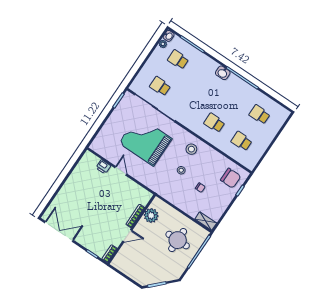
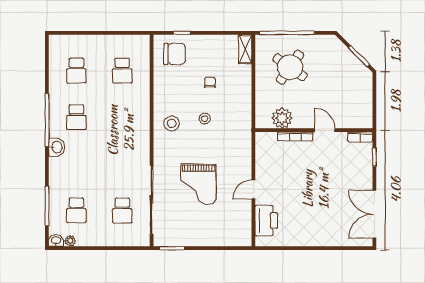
school desk: (214, 123) -> (76, 117), moved
grand piano: (145, 141) -> (198, 184), width x0.73, depth x0.68
printer: (103, 167) -> (266, 221), width x1.87, depth x1.48
chair: (231, 178) -> (175, 54), turned 90
round table: (178, 240) -> (290, 67), turned 35

